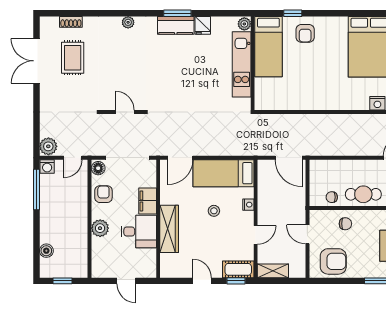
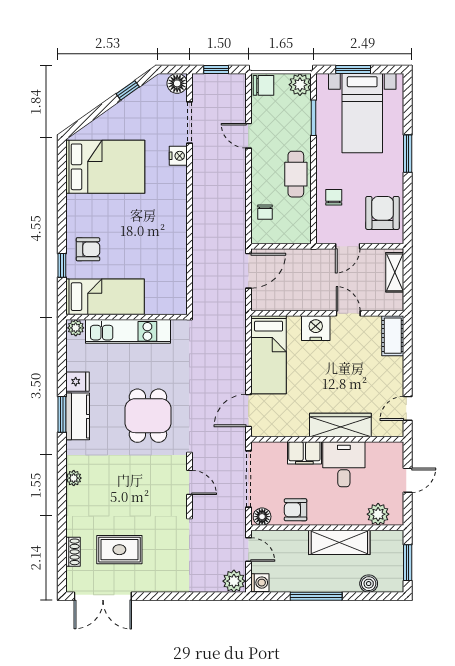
double door: (36, 61) -> (103, 596), moved
dining table: (176, 80) -> (148, 416), added
door: (125, 112) -> (189, 482), swing flipped
door: (180, 158) -> (249, 410), swing flipped
window: (36, 190) -> (316, 596), moved
chair: (332, 197) -> (265, 212), moved
nightstand: (248, 205) -> (316, 328), width x1.89, depth x1.79
stool: (214, 211) -> (317, 367), removed
shelving: (78, 228) -> (339, 542), added
plant: (100, 228) -> (378, 514), moved
shelving: (273, 271) -> (395, 272), moved
window: (63, 281) -> (408, 563), width x1.50
door: (202, 281) -> (408, 408), moved
window: (236, 281) -> (408, 339), removed

